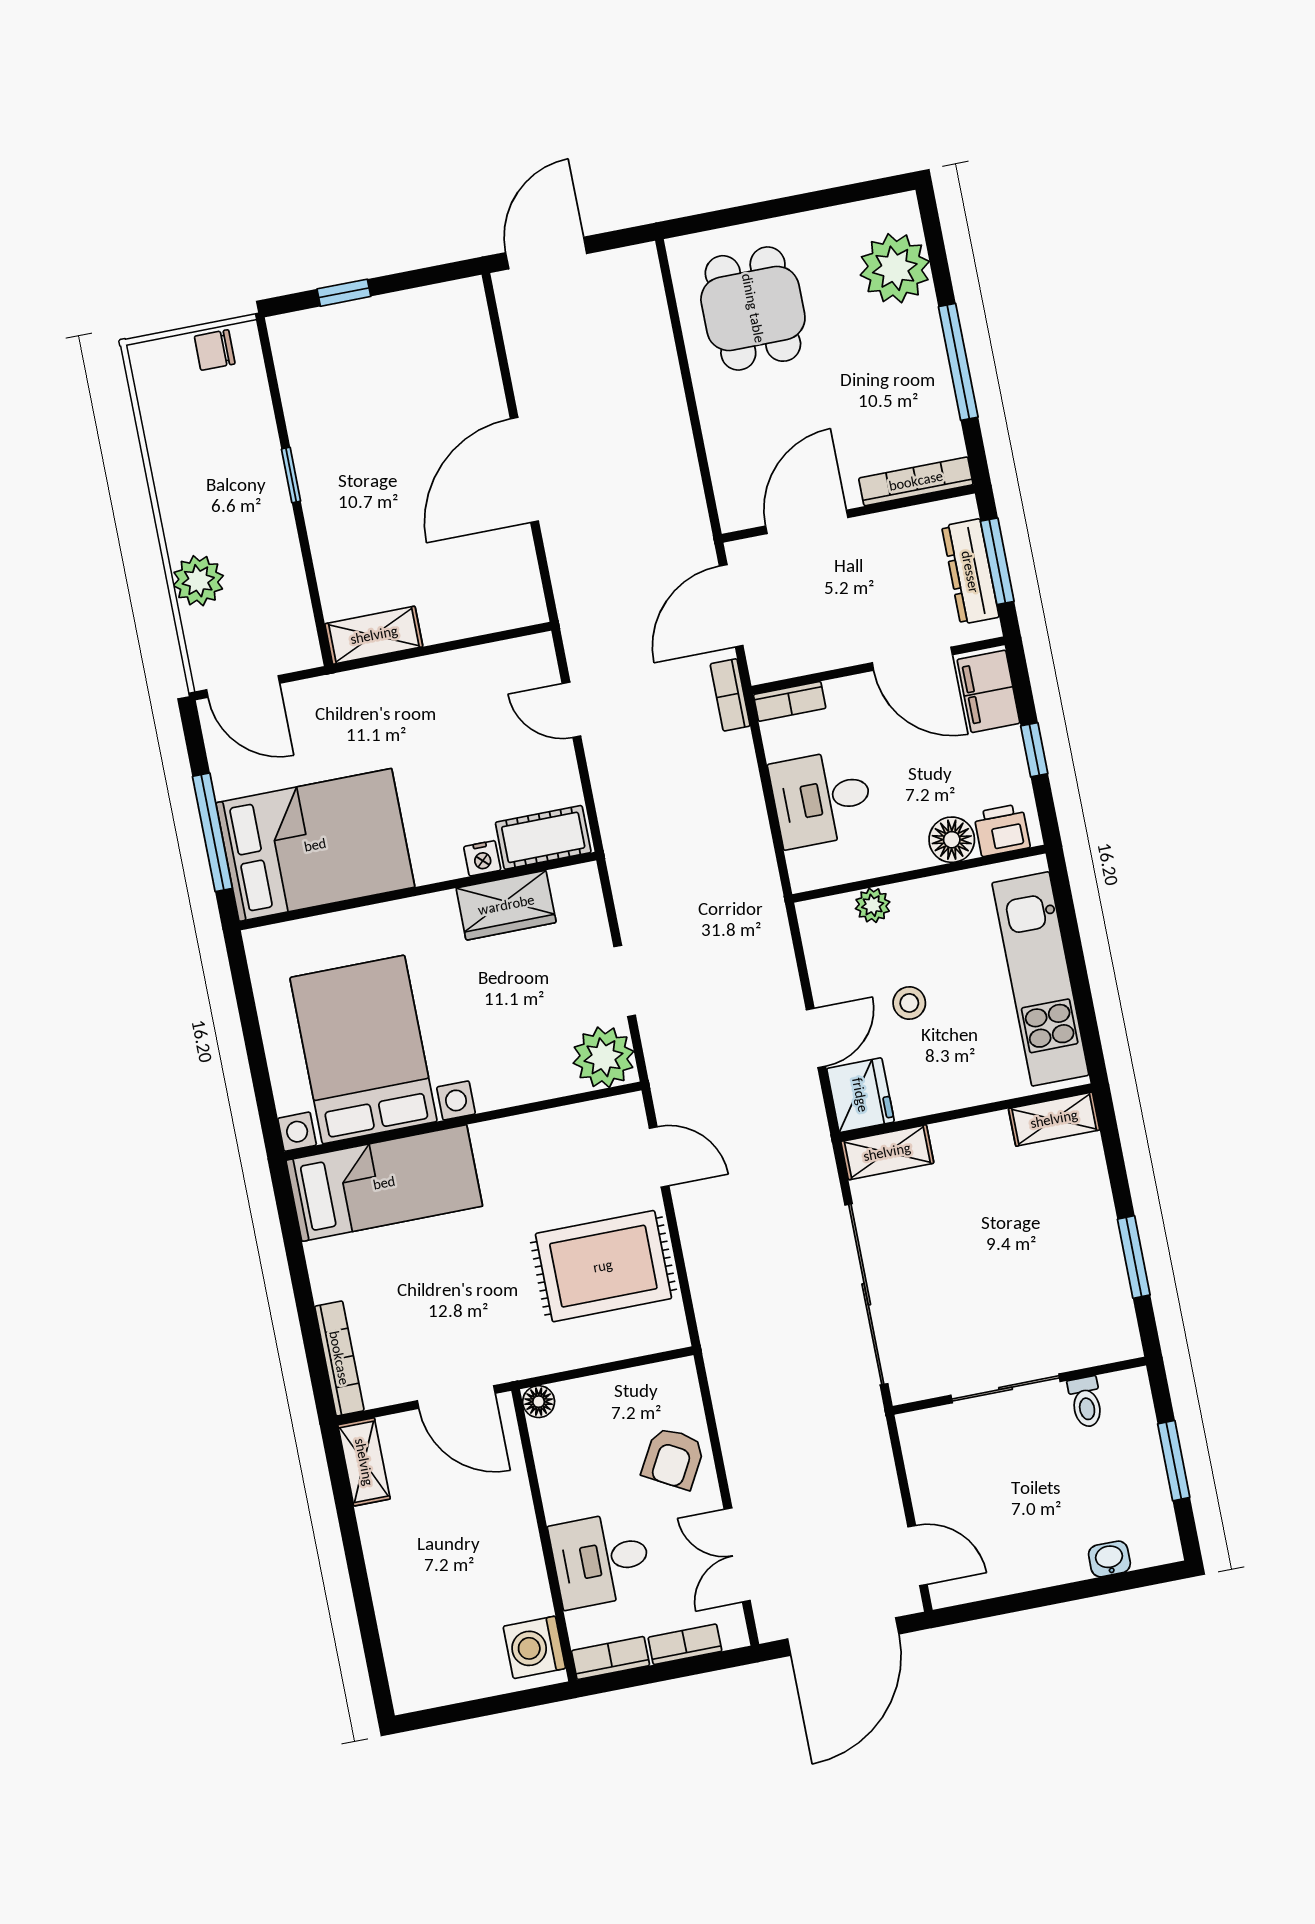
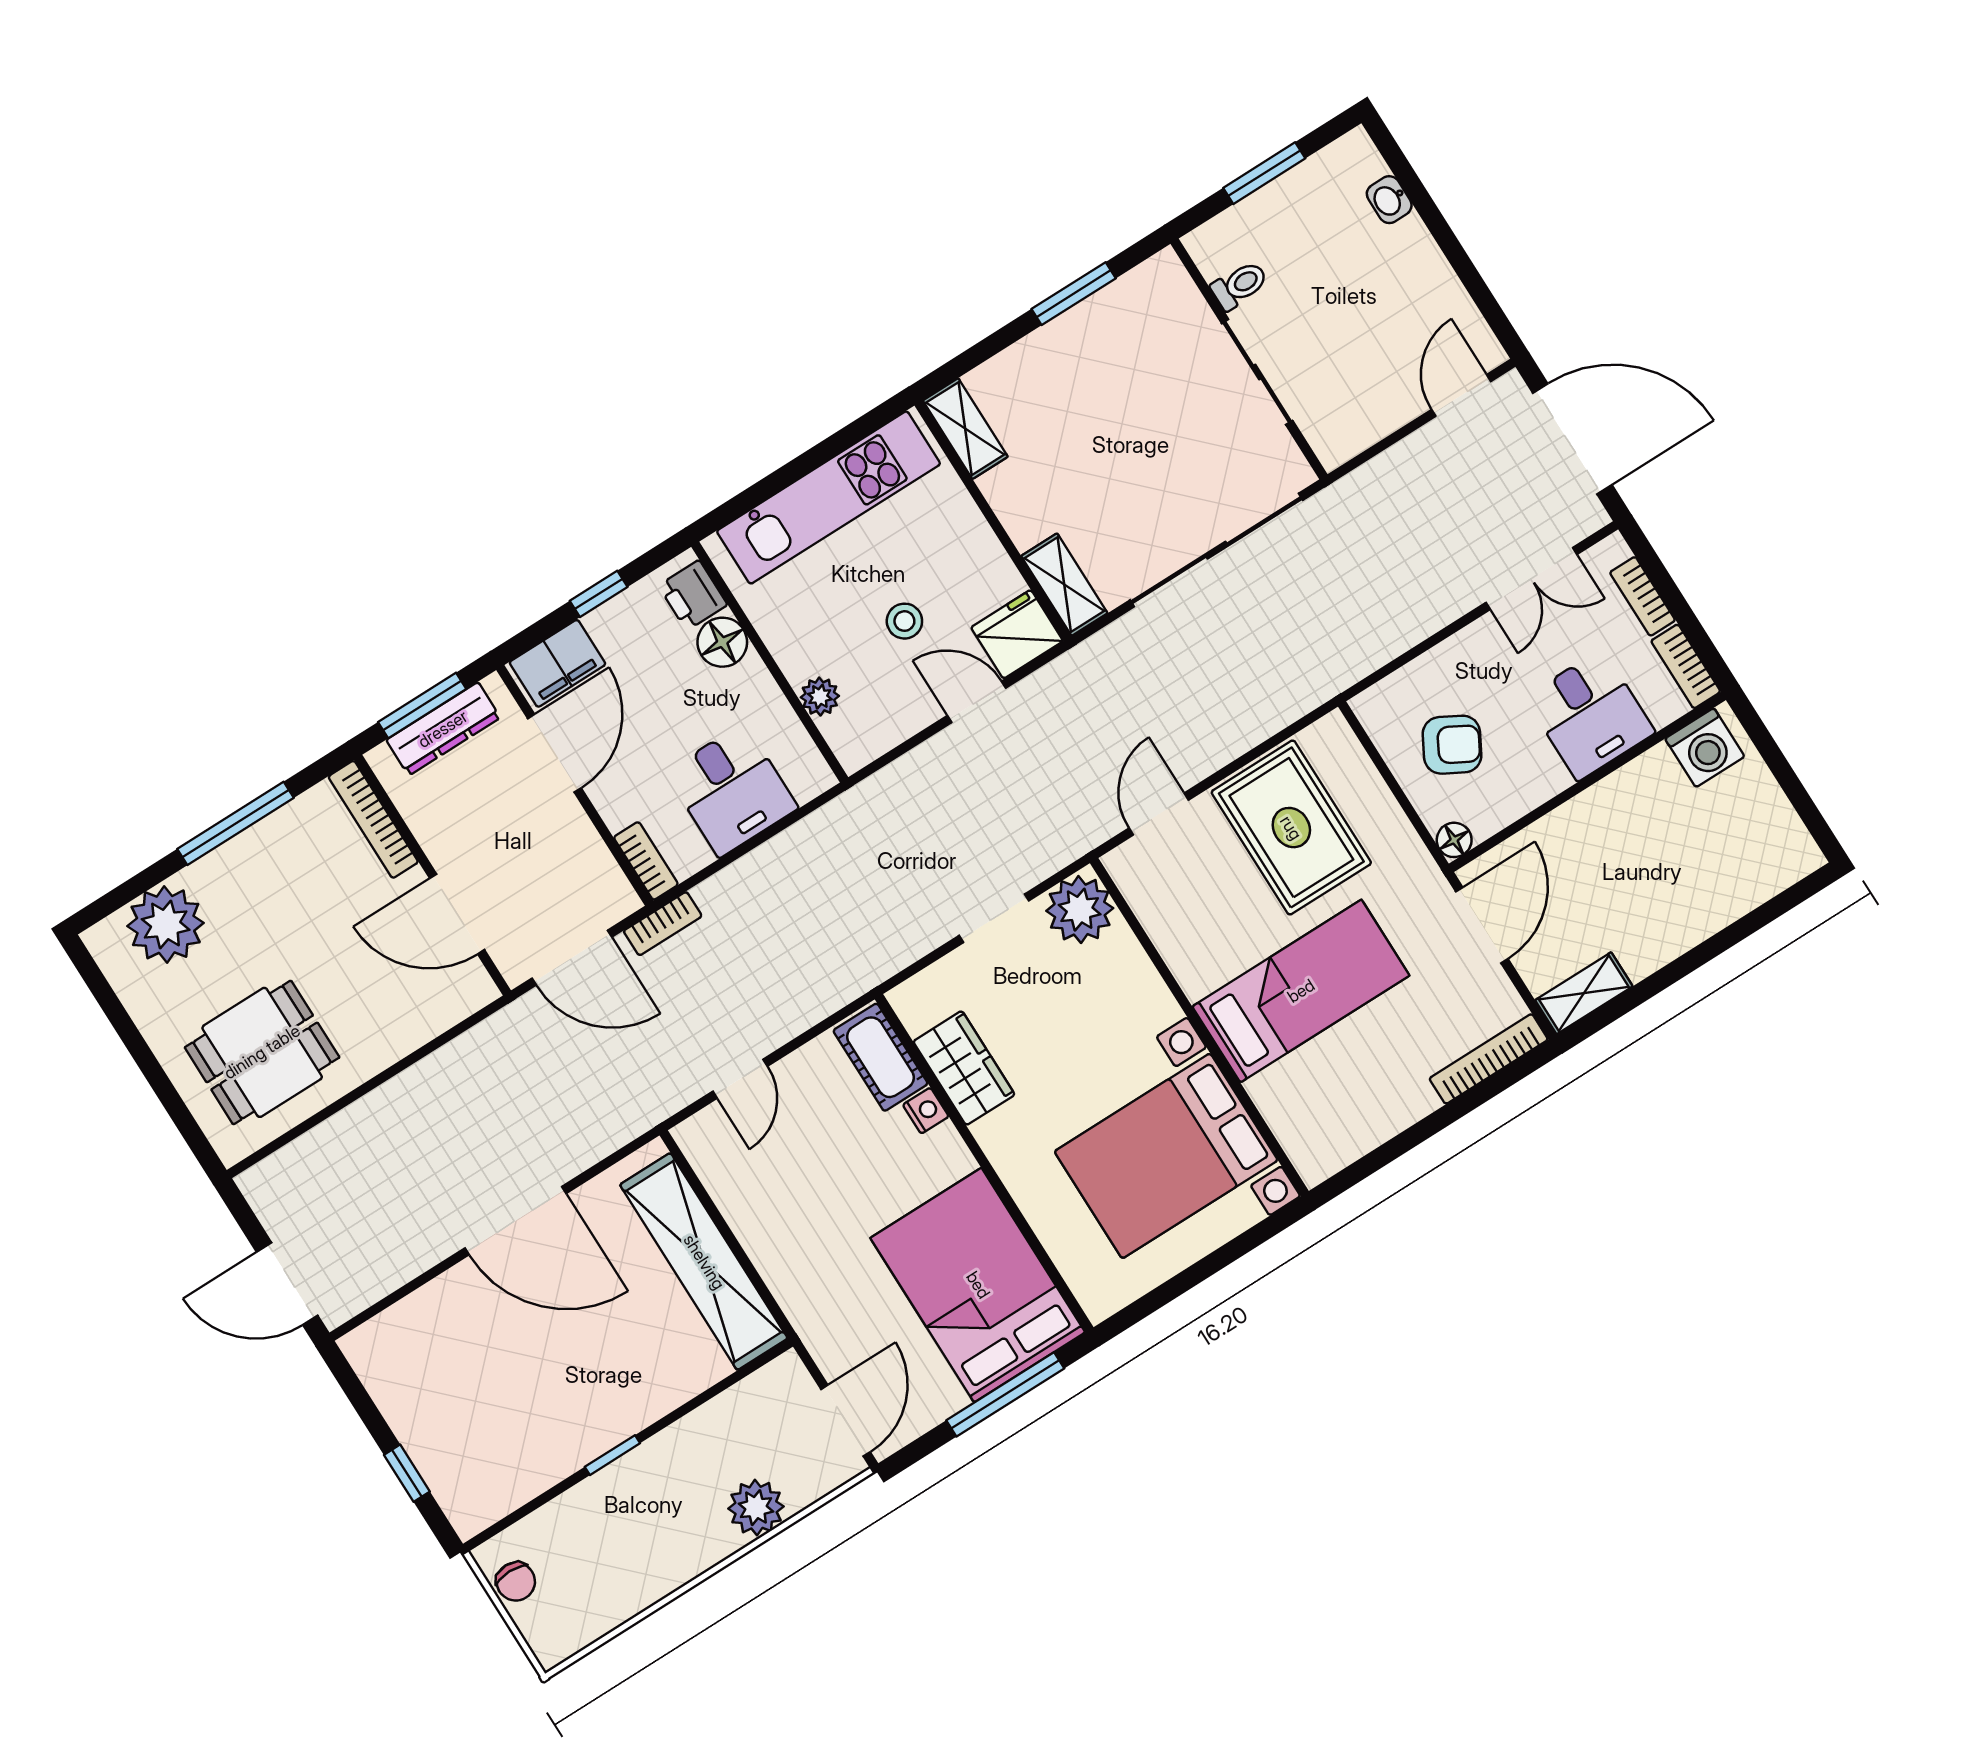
shelving: (374, 635) -> (704, 1262), width x2.20, depth x1.33
bed: (384, 1183) -> (1301, 991), moved, turned 90
armchair: (673, 1458) -> (1452, 745), moved

